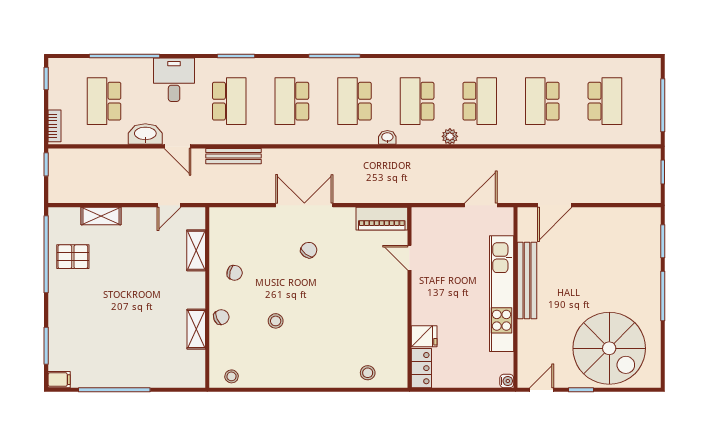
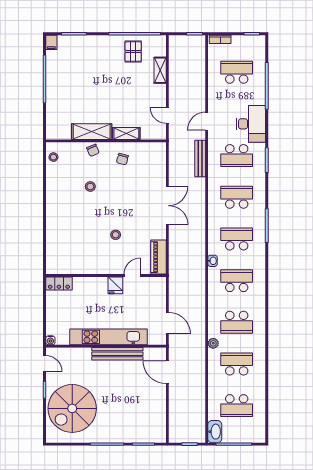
desk: (174, 80) -> (251, 124), width x1.37
washbasin: (145, 134) -> (215, 432), moved
plant: (450, 136) -> (213, 343), moved
shelving: (196, 250) -> (126, 133), moved
chair: (309, 250) -> (138, 209), removed
shelving: (196, 329) -> (92, 132), width x1.50, depth x1.33
fridge: (424, 336) -> (115, 285), moved
stool: (368, 373) -> (116, 235), moved

